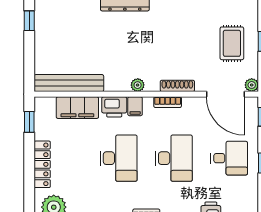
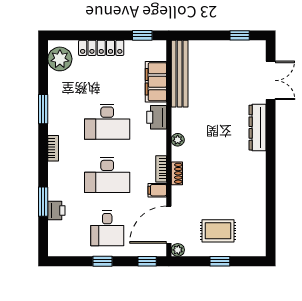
shoe rack: (177, 86) -> (177, 173), width x0.70
filing cabinet: (135, 106) -> (157, 190), moved

